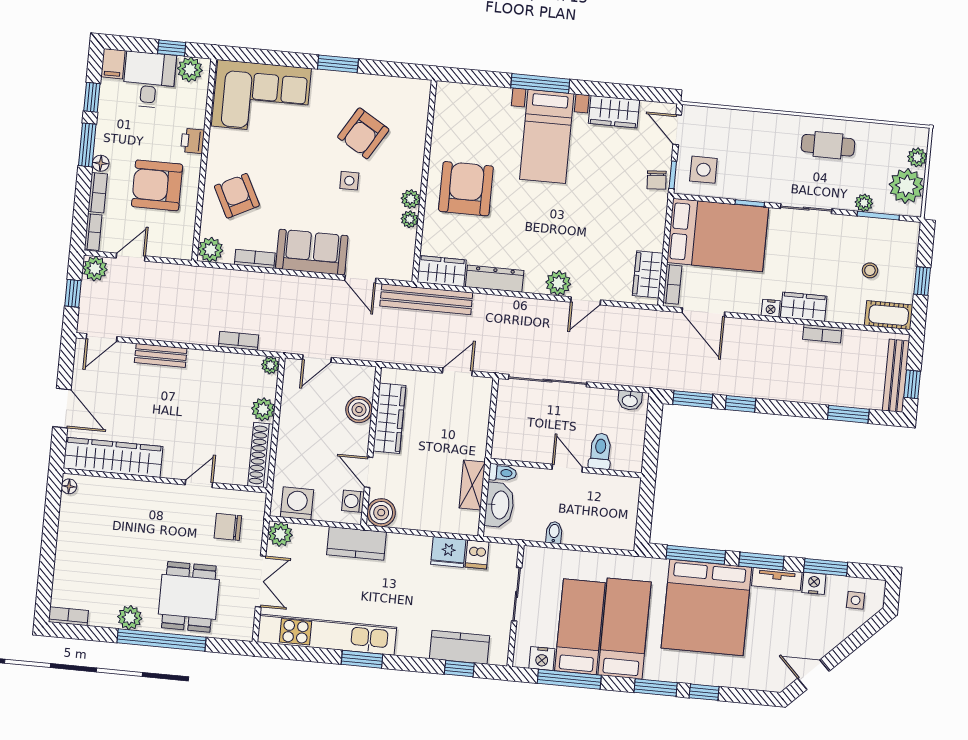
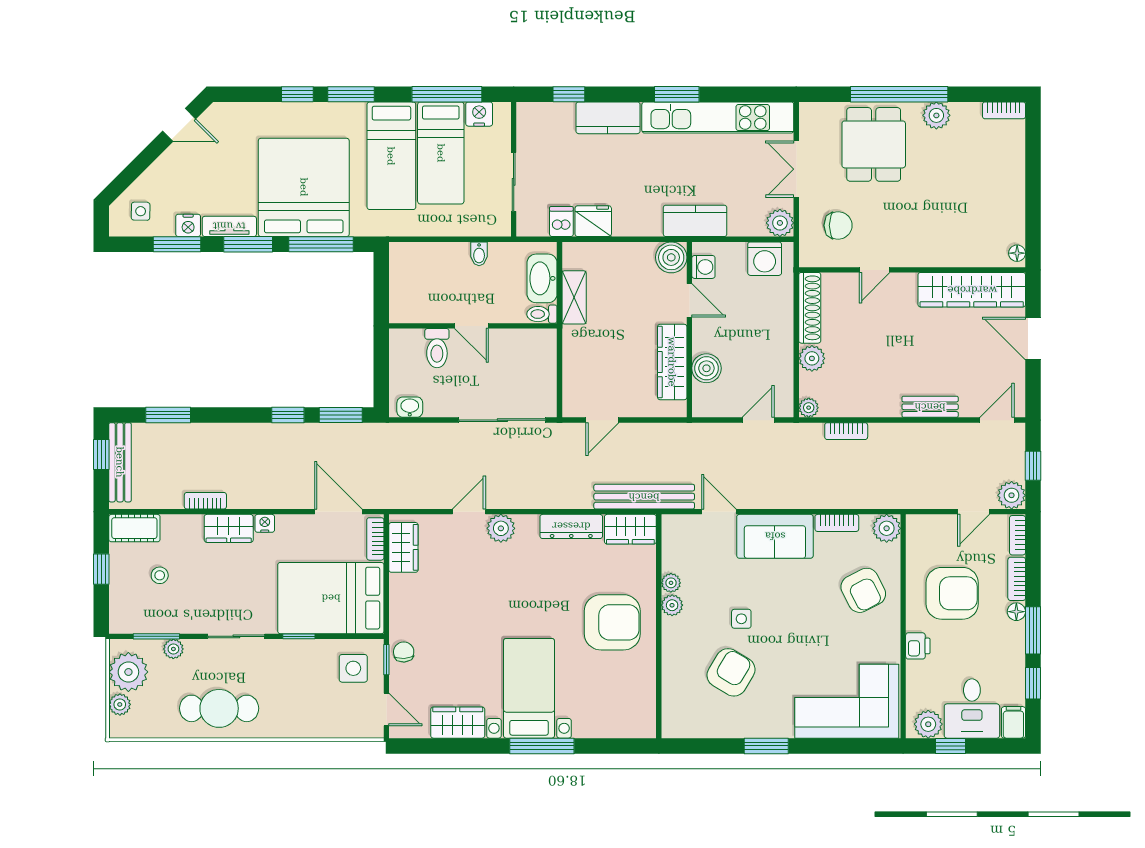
cafe table: (828, 145) -> (219, 708), width x1.37, depth x1.35
armchair: (466, 189) -> (612, 622), turned -90
kitchen counter: (459, 647) -> (608, 118), moved

